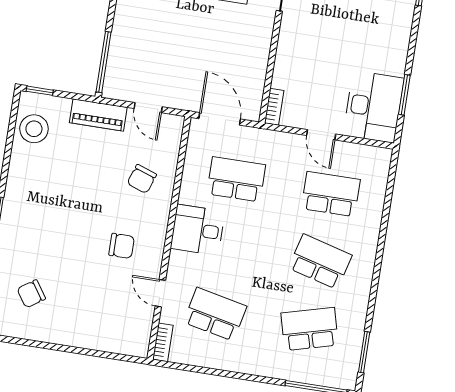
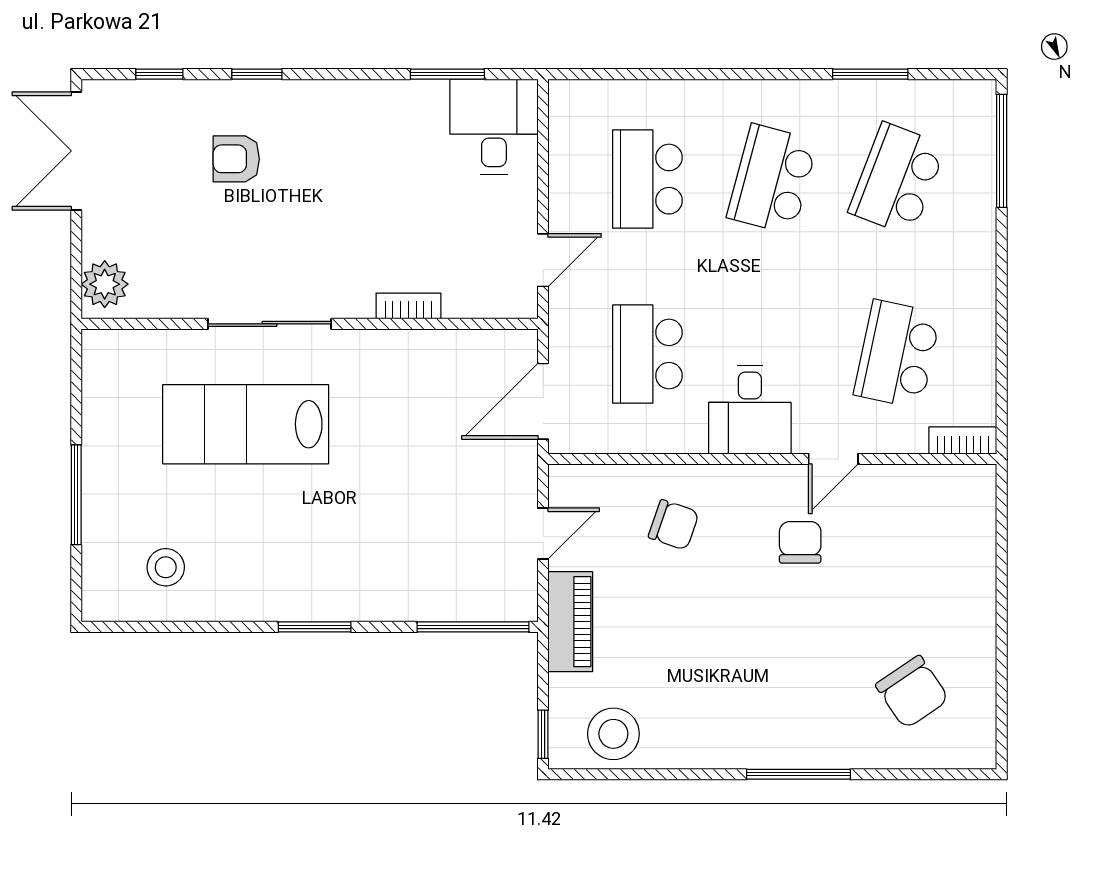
bookcase: (274, 107) -> (408, 306), moved
desk: (373, 107) -> (494, 127), width x0.73
door: (321, 135) -> (543, 260), moved
door: (160, 293) -> (833, 459), moved
chair: (31, 294) -> (912, 692), width x1.37, depth x1.37
school desk: (310, 329) -> (897, 179), turned 36
window: (364, 352) -> (870, 74), moved

